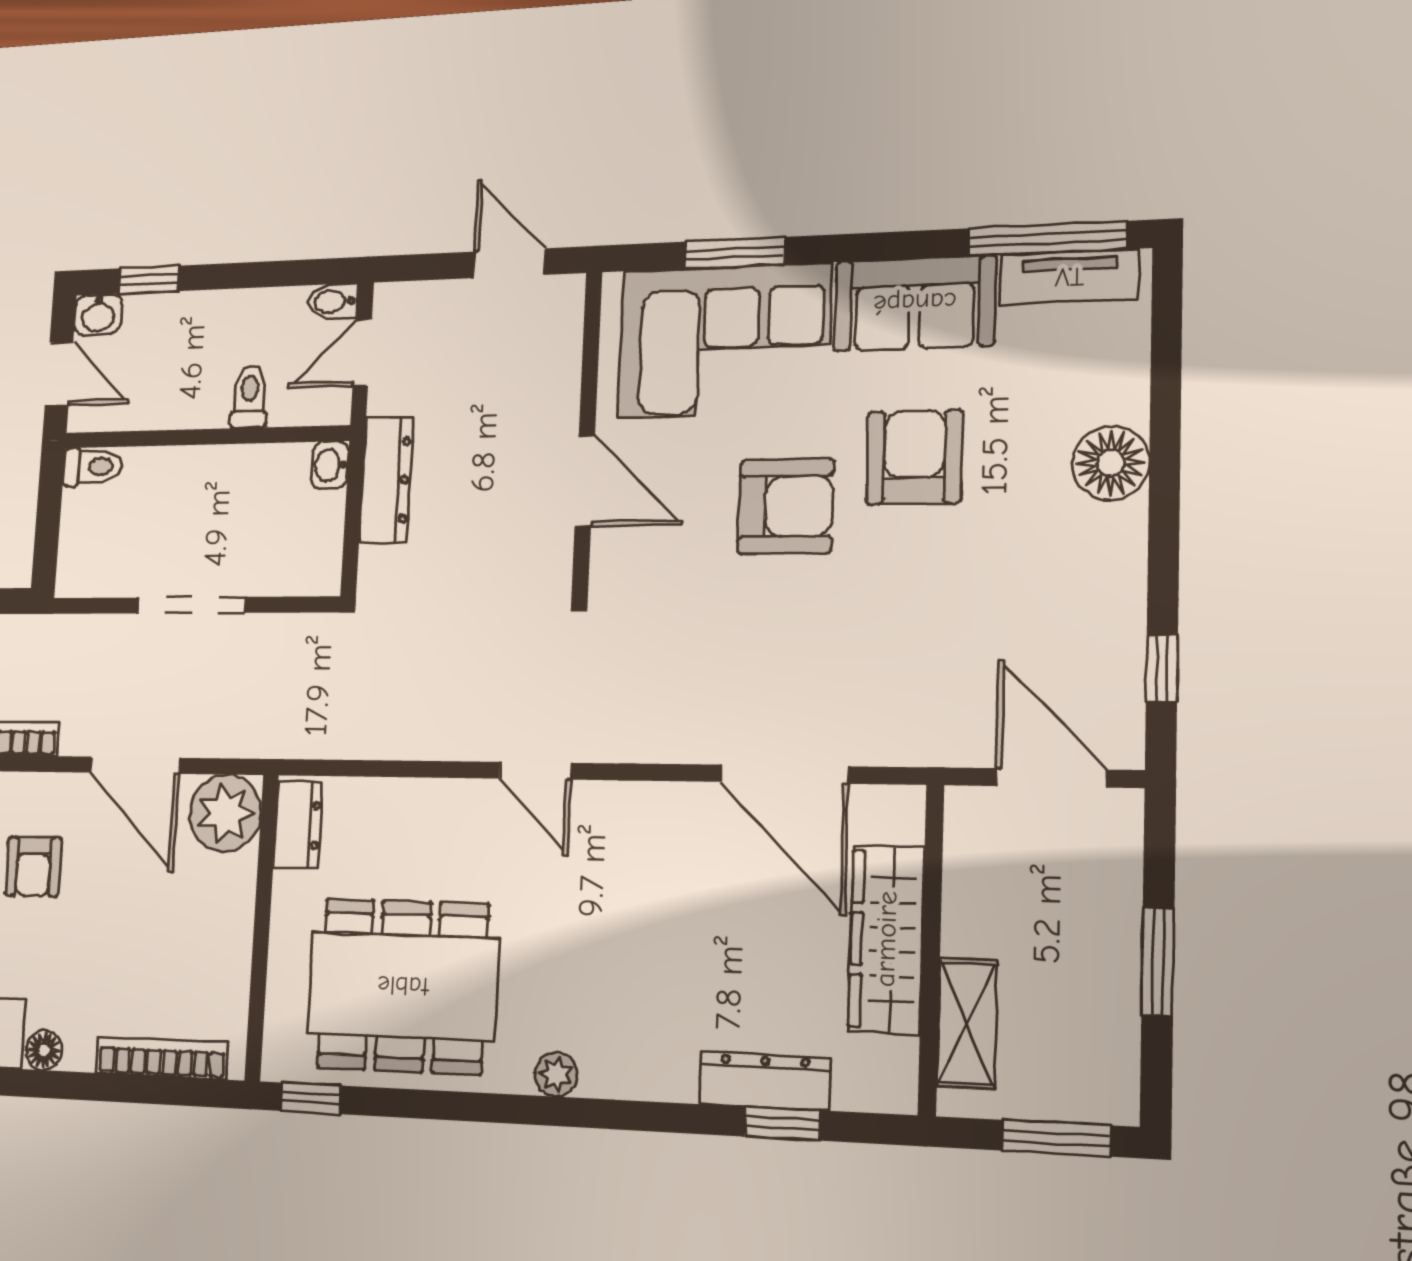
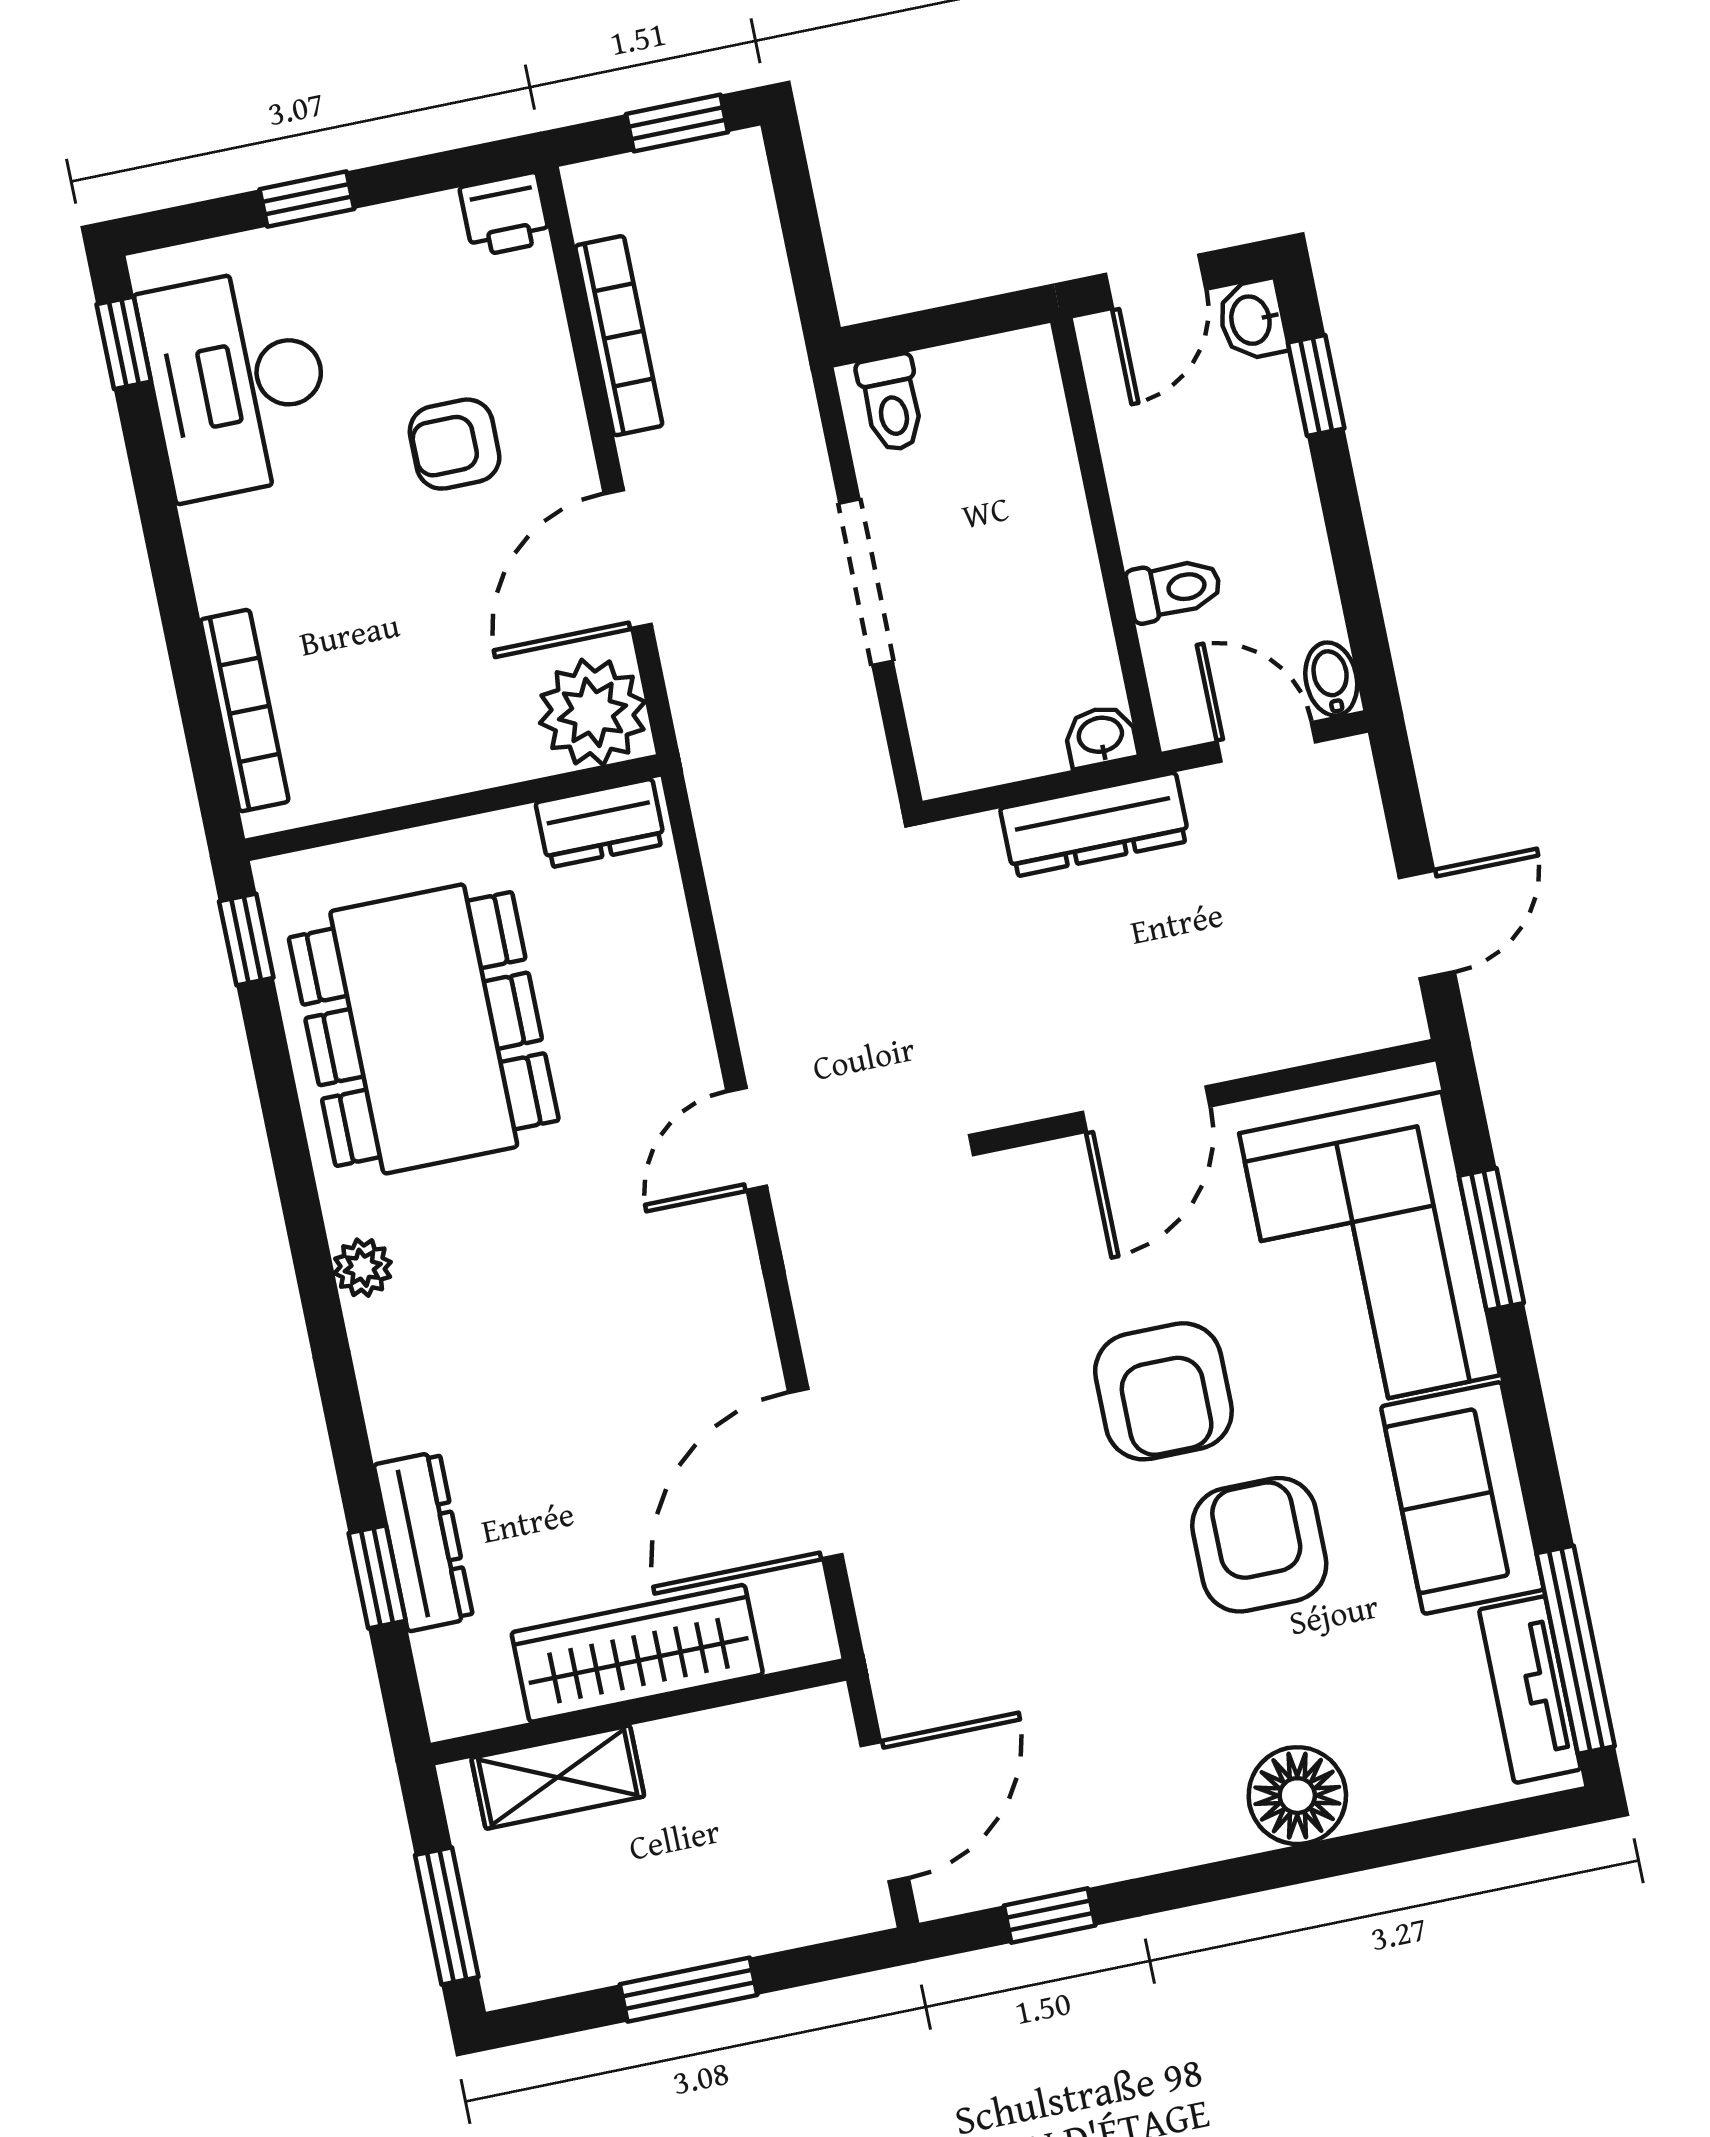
armchair: (914, 457) -> (1259, 1545), turned -90
toilet: (93, 467) -> (891, 403), moved
floor lamp: (44, 1050) -> (211, 532), removed

